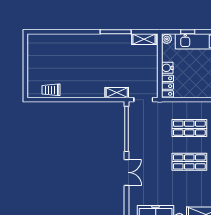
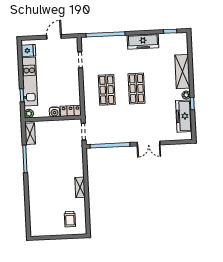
trolley: (51, 90) -> (70, 219), moved
shelving: (117, 93) -> (80, 187), moved
double door: (126, 172) -> (149, 143), swing flipped

